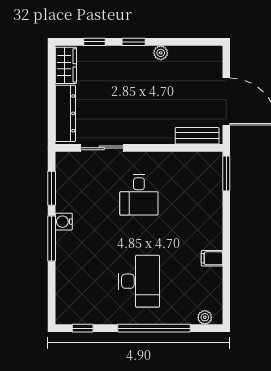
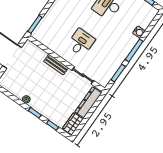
bench: (197, 136) -> (56, 65), moved
water cooler: (64, 222) -> (139, 32), moved

